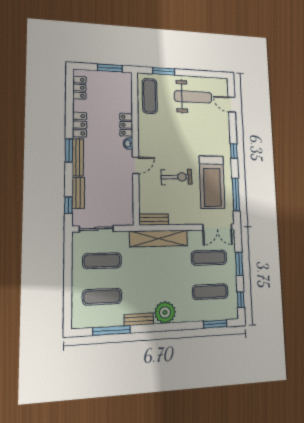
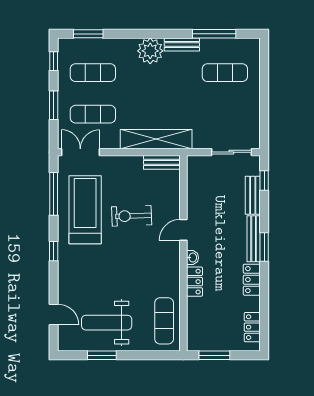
window: (164, 71) -> (102, 355), moved
exercise mat: (102, 261) -> (225, 114), removed

